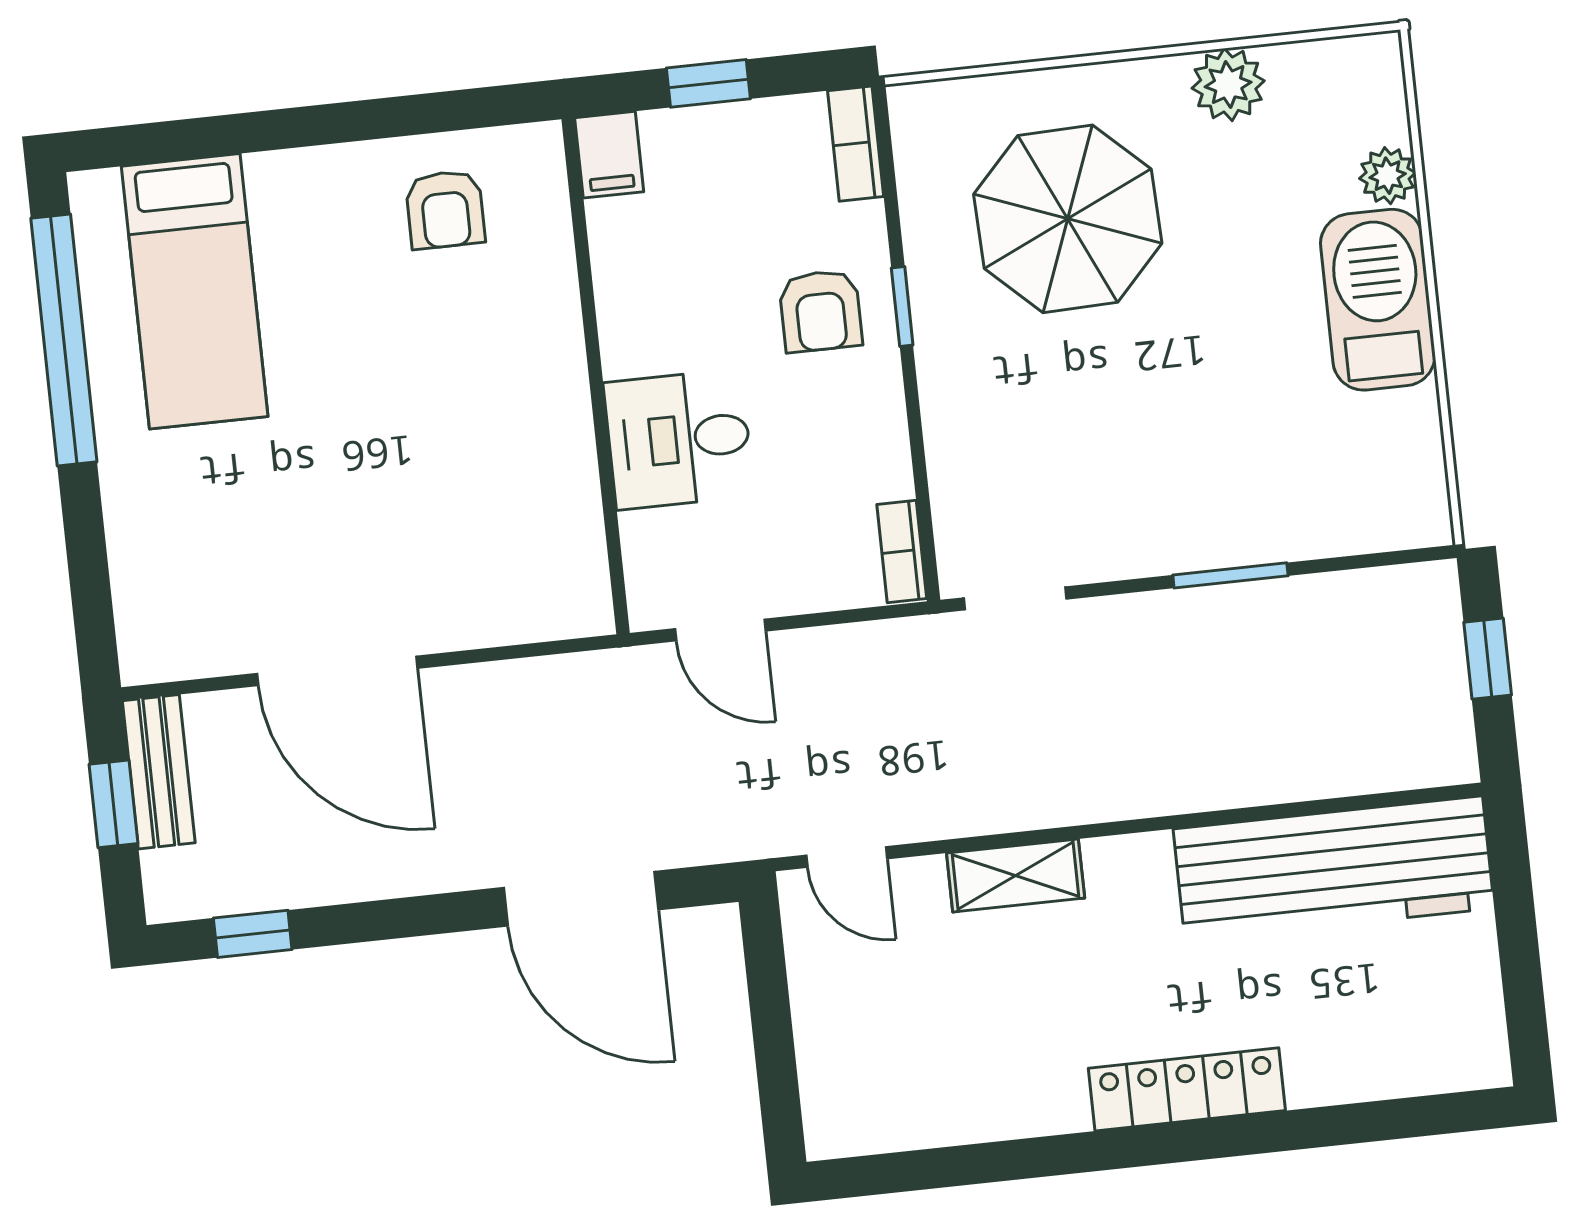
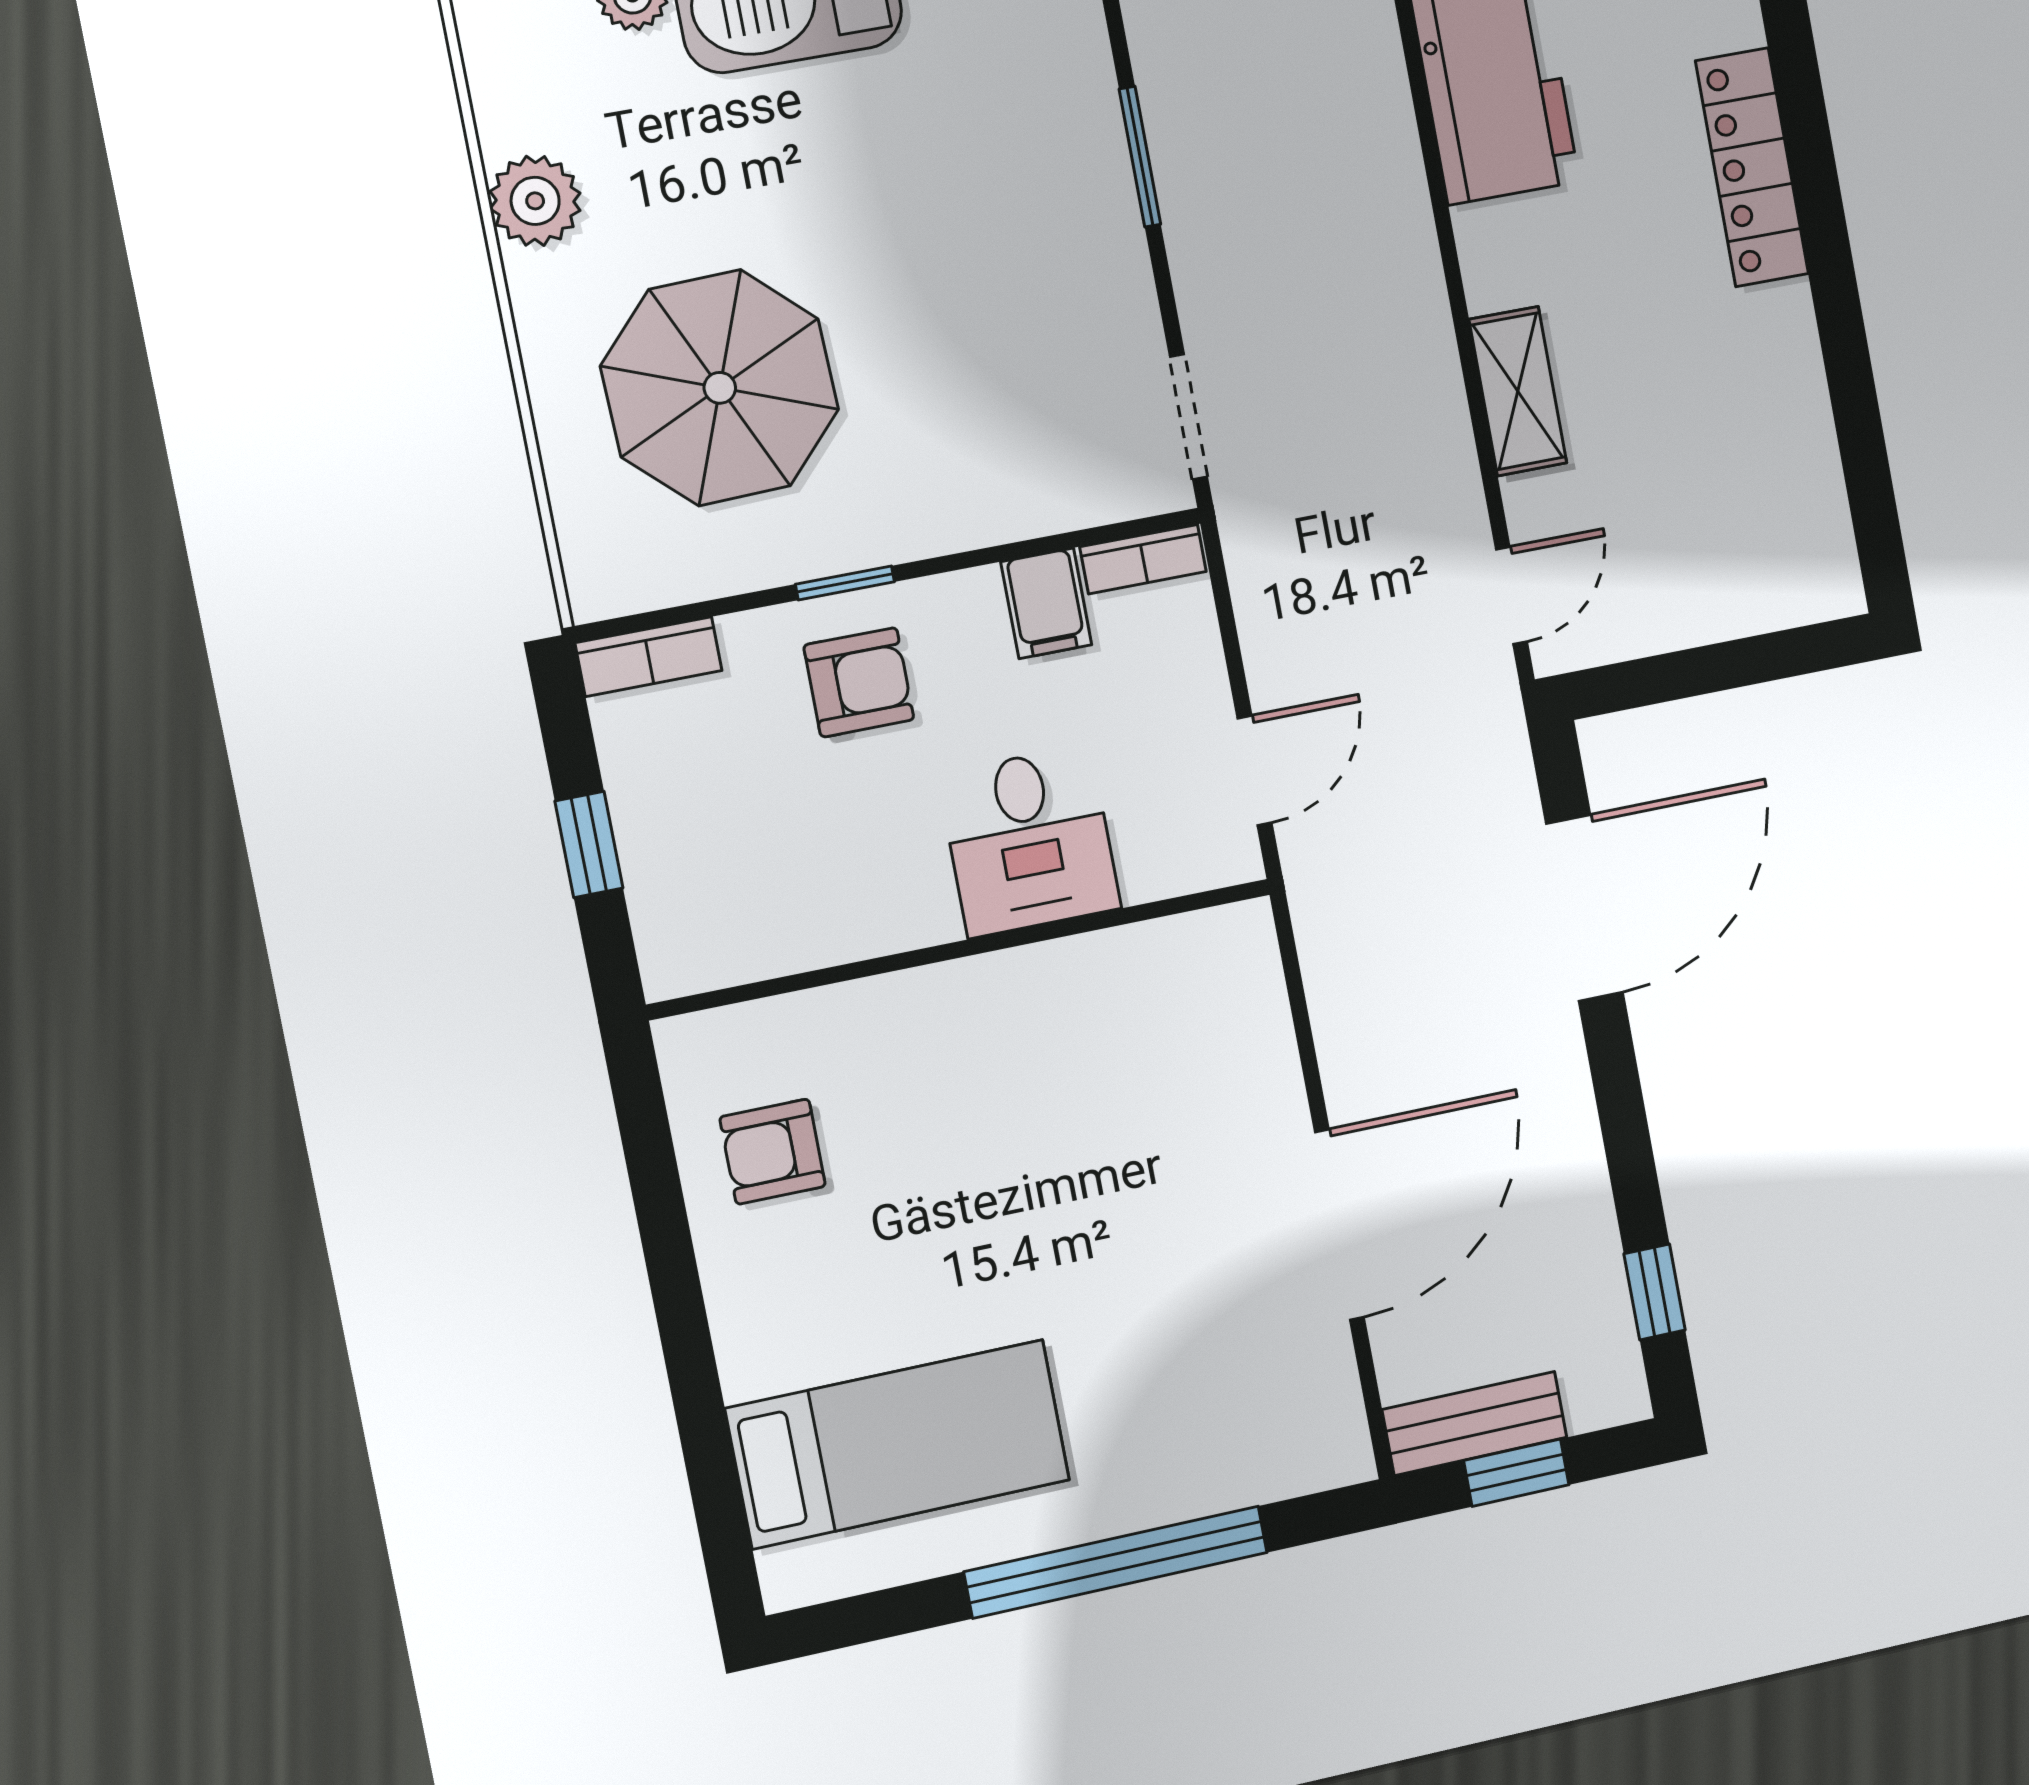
filing cabinet: (609, 155) -> (1046, 603), moved, turned 90
armchair: (445, 210) -> (773, 1152), turned 180
window: (64, 340) -> (1116, 1562), moved

